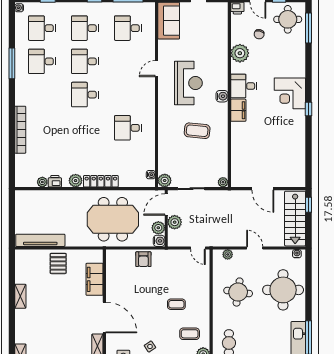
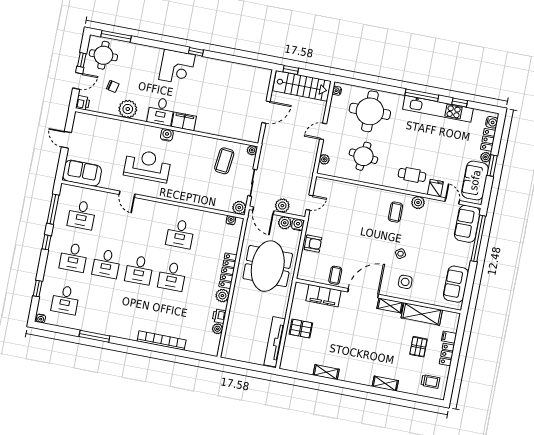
desk: (42, 61) -> (172, 276), moved
coffee table: (197, 131) -> (224, 161), moved
door: (198, 248) -> (309, 203), moved
coffee table: (176, 304) -> (335, 275), moved

